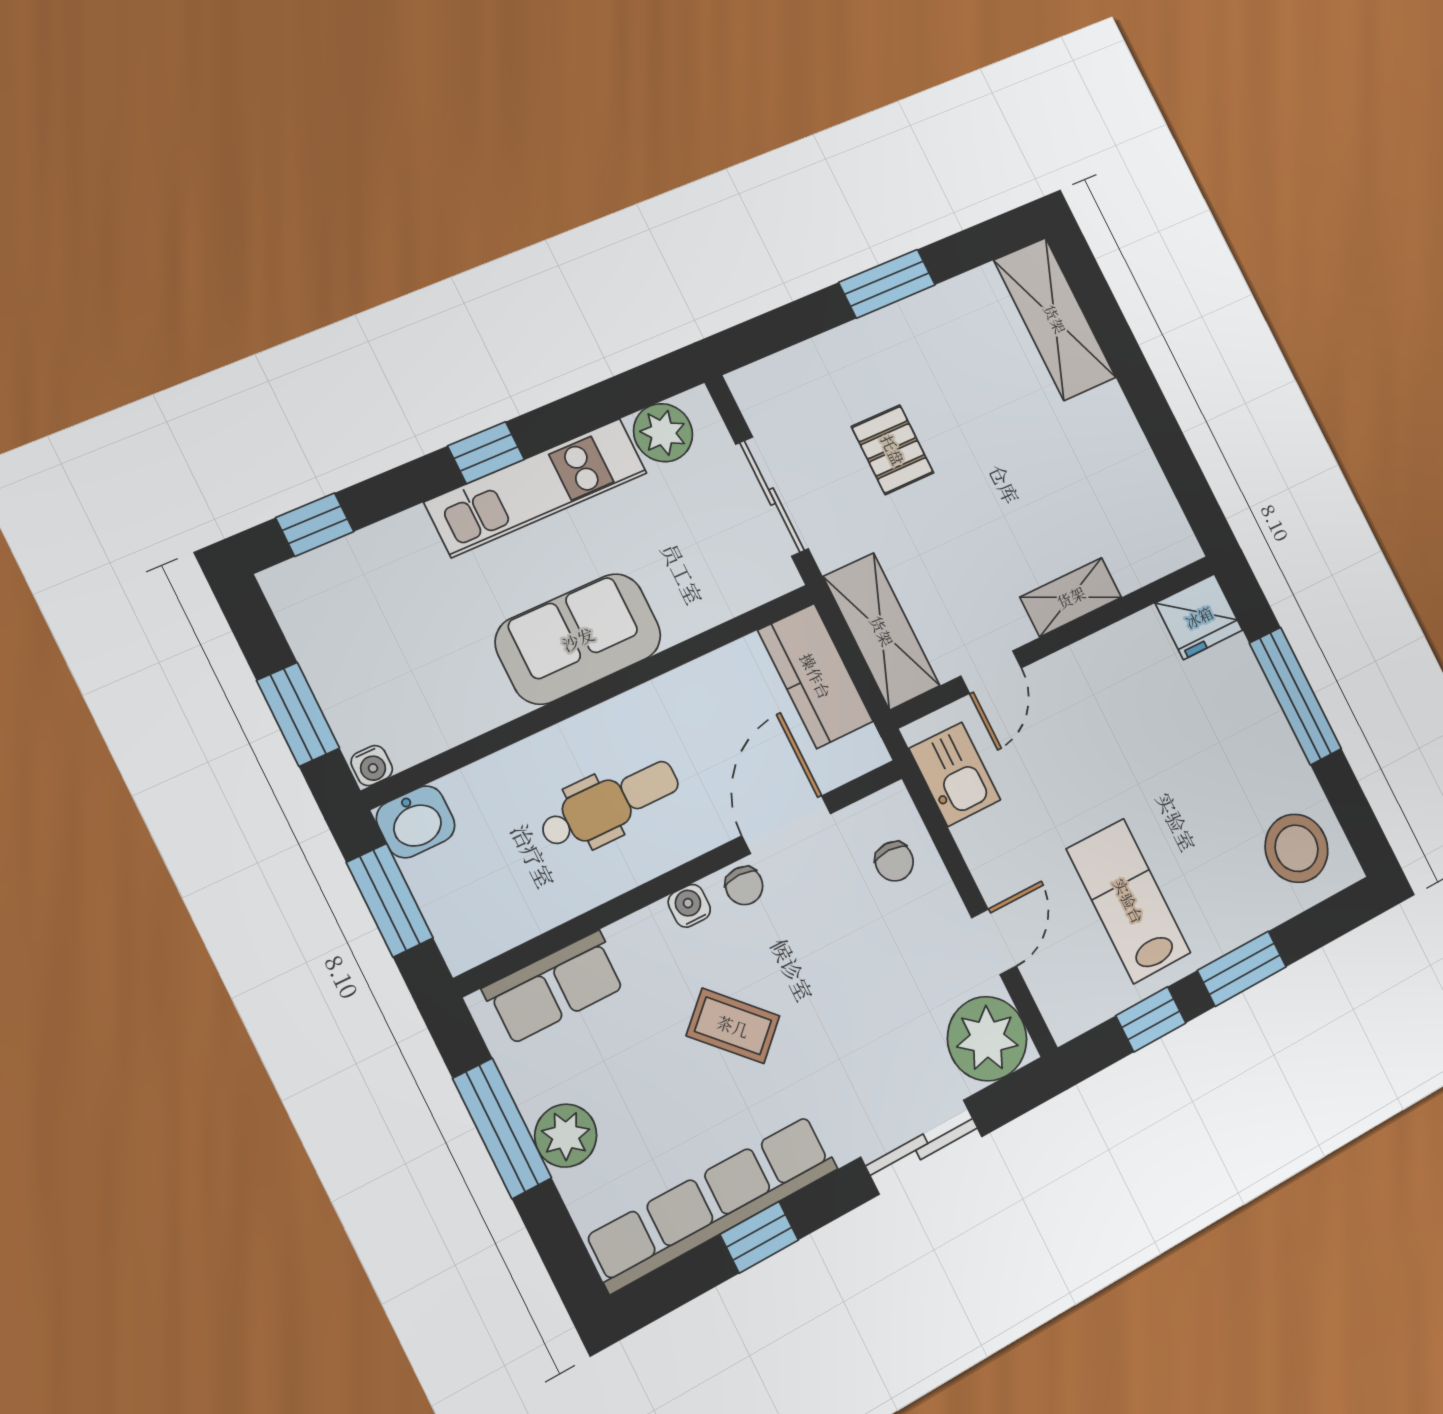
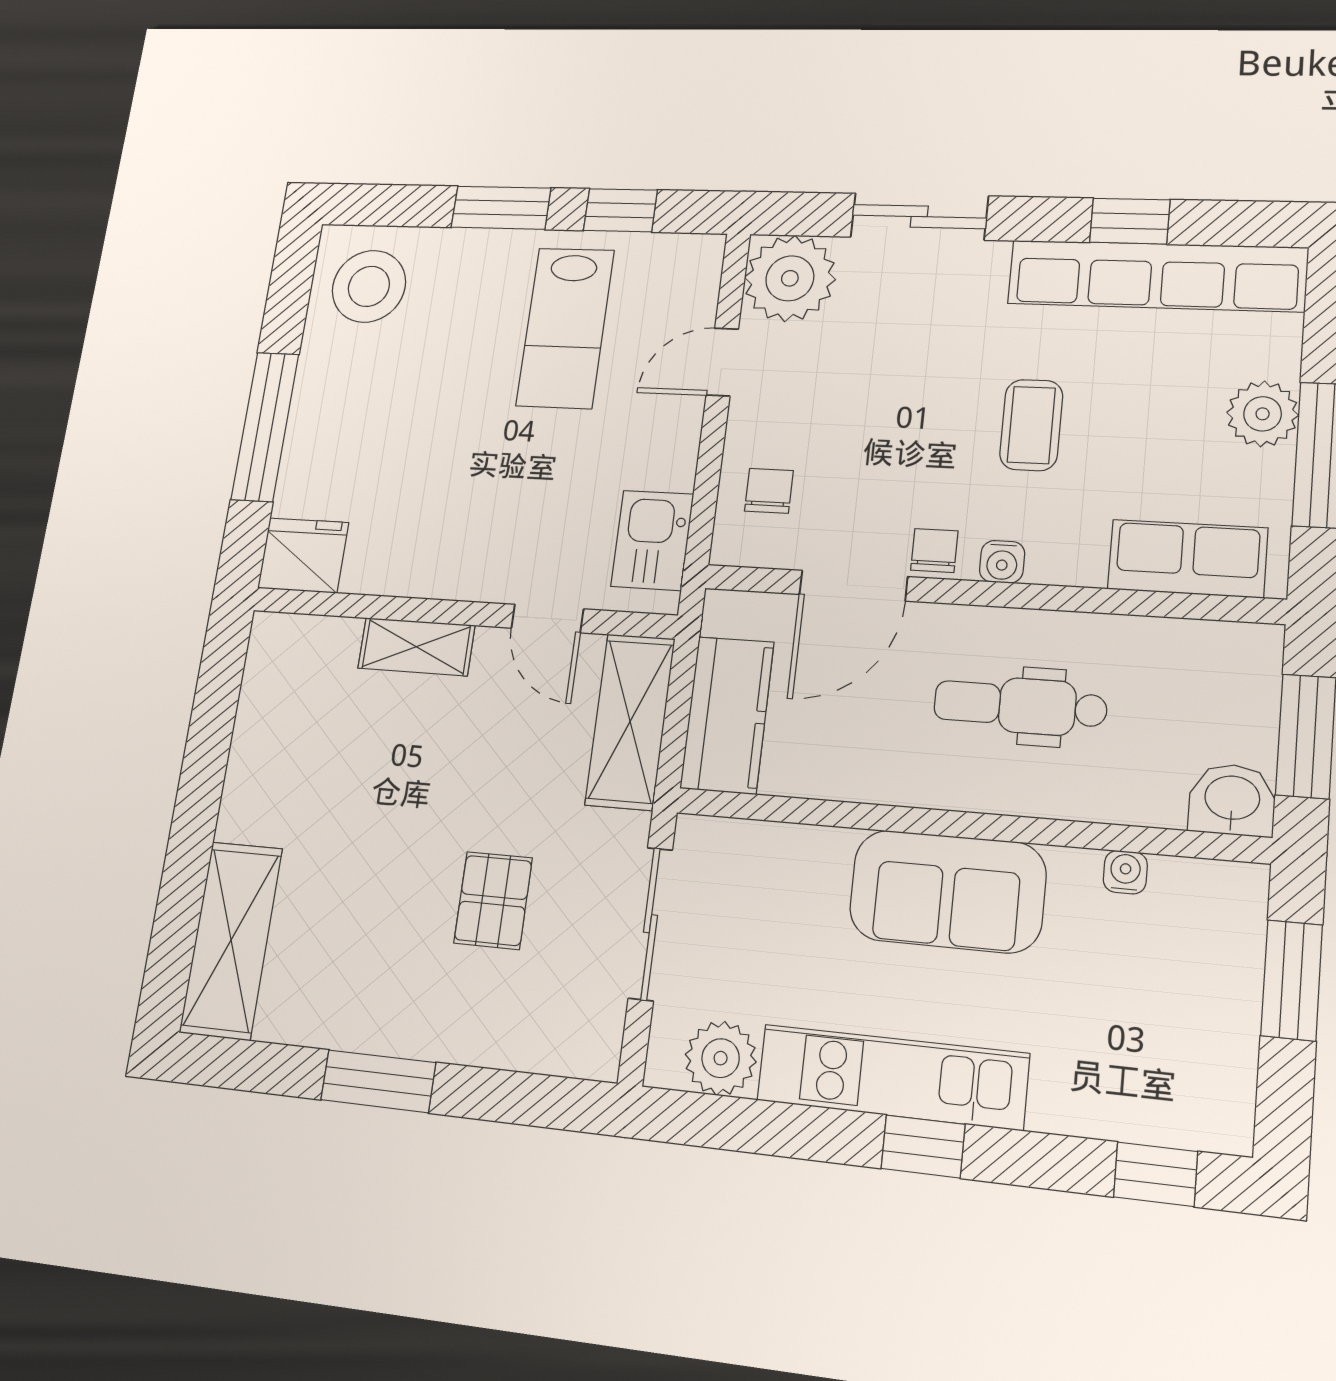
door: (991, 672) -> (547, 619), swing flipped
water cooler: (372, 766) -> (1125, 872), moved
coffee table: (733, 1026) -> (1031, 425), turned 44

